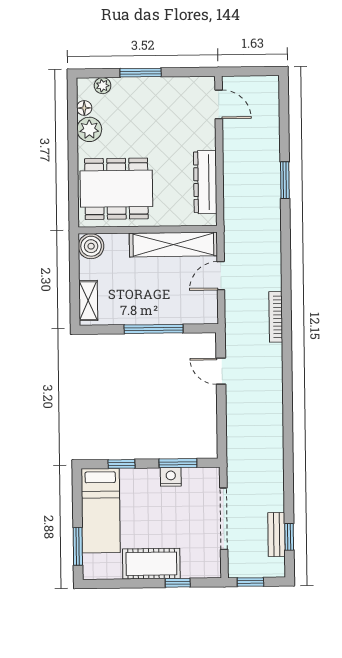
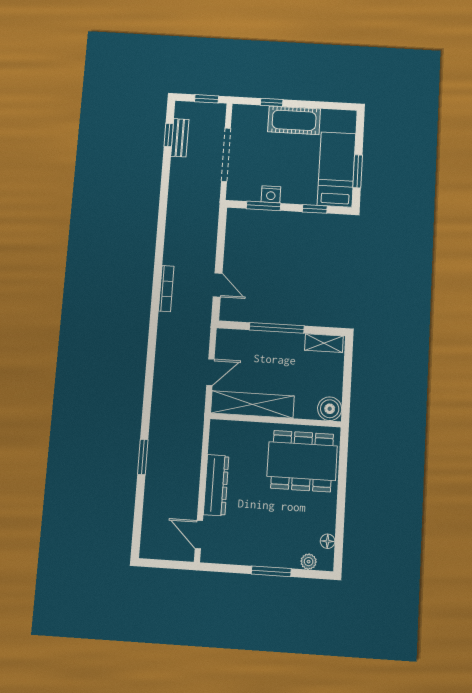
plant: (89, 129) -> (324, 520), removed
dresser: (205, 182) -> (216, 485), moved
shelving: (88, 301) -> (324, 343), moved, turned 90
bookcase: (276, 317) -> (166, 289), moved
window: (78, 546) -> (358, 171), moved

